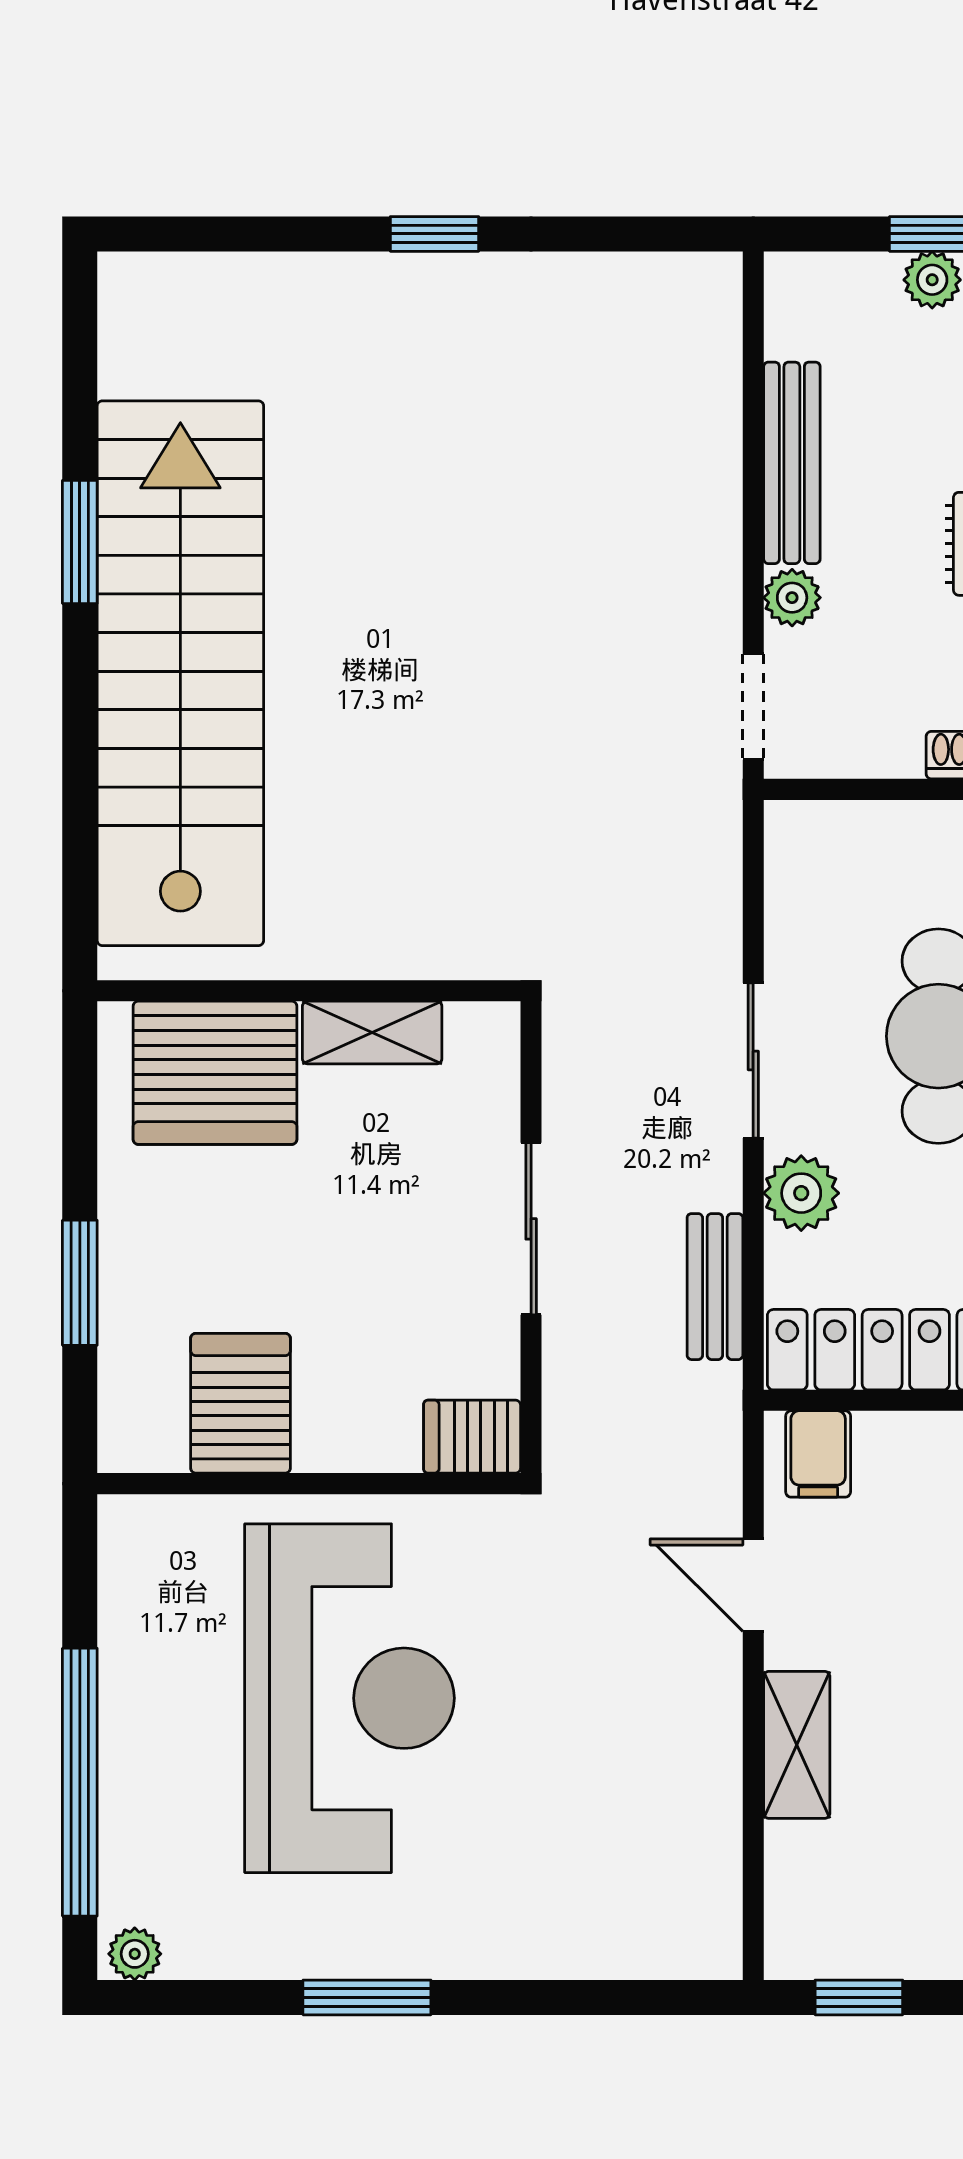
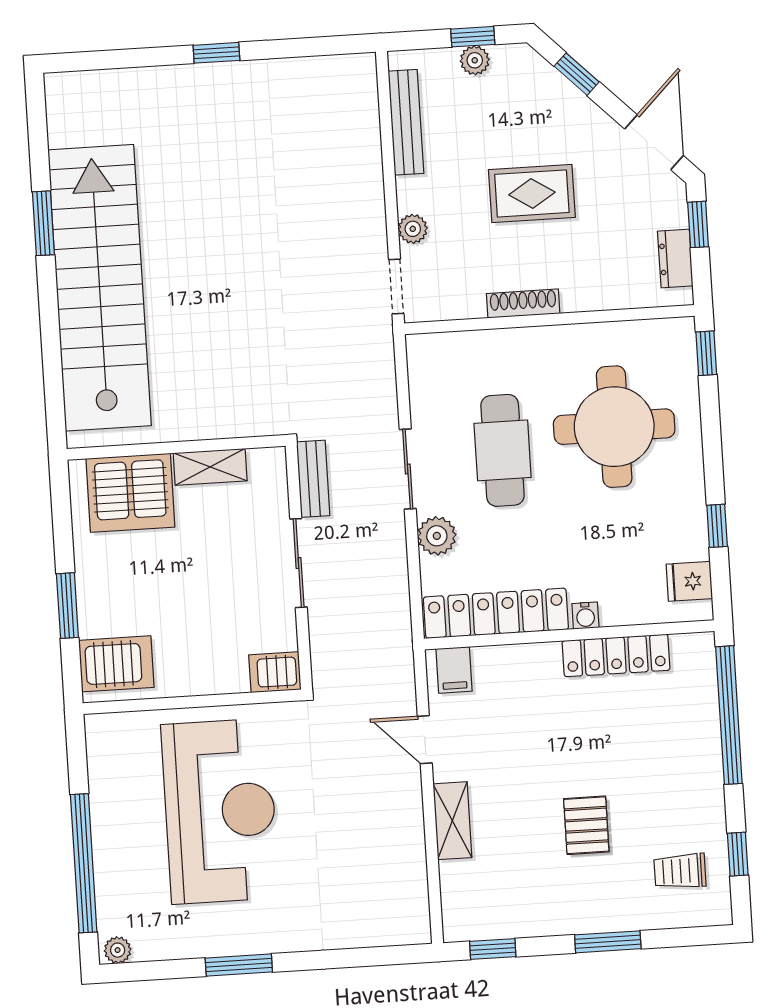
bench: (792, 463) -> (406, 122), moved
bench: (715, 1287) -> (313, 479), moved
server rack: (241, 1403) -> (116, 664), moved, turned 90

